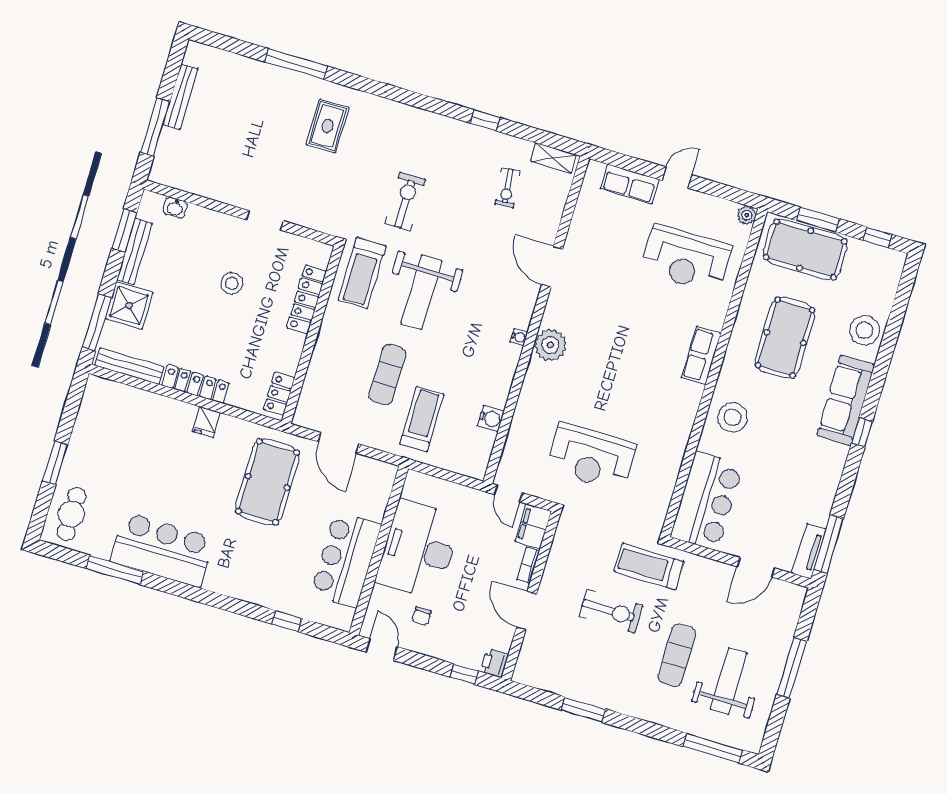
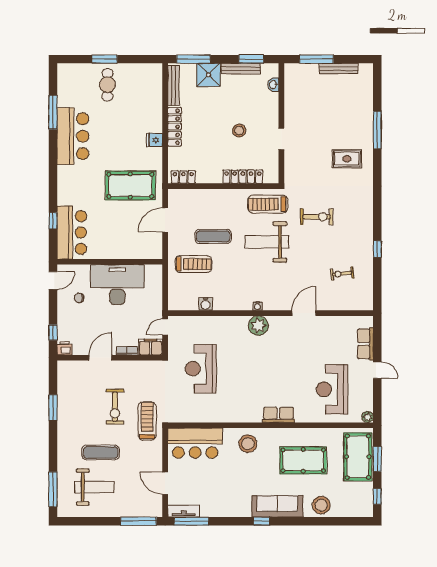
shelving: (554, 158) -> (367, 295), removed
cafe table: (71, 514) -> (107, 85), moved, turned 90
bar counter: (346, 560) -> (72, 233), moved, turned 90
window: (792, 668) -> (138, 521), moved

